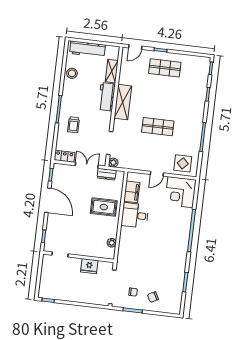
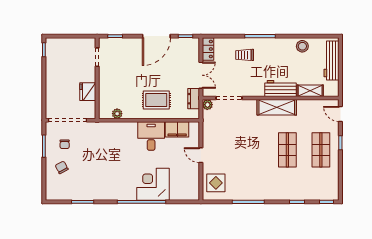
shop shelf: (158, 127) -> (287, 150), moved
corner desk: (180, 192) -> (153, 184), moved
rug: (104, 207) -> (156, 100), turned 90

